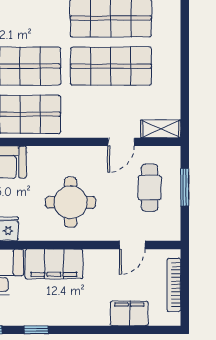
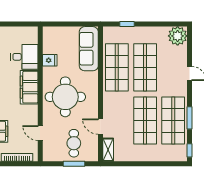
cafe table: (150, 188) -> (74, 143), turned 90
round table: (71, 202) -> (65, 97), width x1.36, depth x1.36

